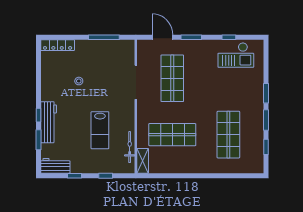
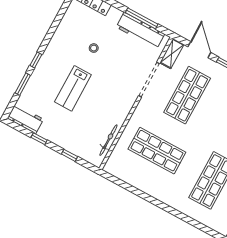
workbench: (49, 122) -> (140, 31), moved, turned 90
lab bench: (100, 130) -> (73, 88), moved
shelving: (143, 161) -> (172, 54), moved

